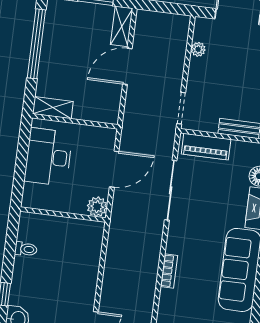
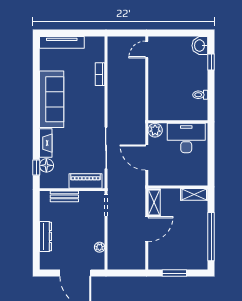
shelving: (122, 26) -> (154, 202), moved
desk: (48, 157) -> (186, 138), moved, turned -90
door: (114, 169) -> (147, 158), hinge flipped
bookcase: (169, 271) -> (100, 74), moved

